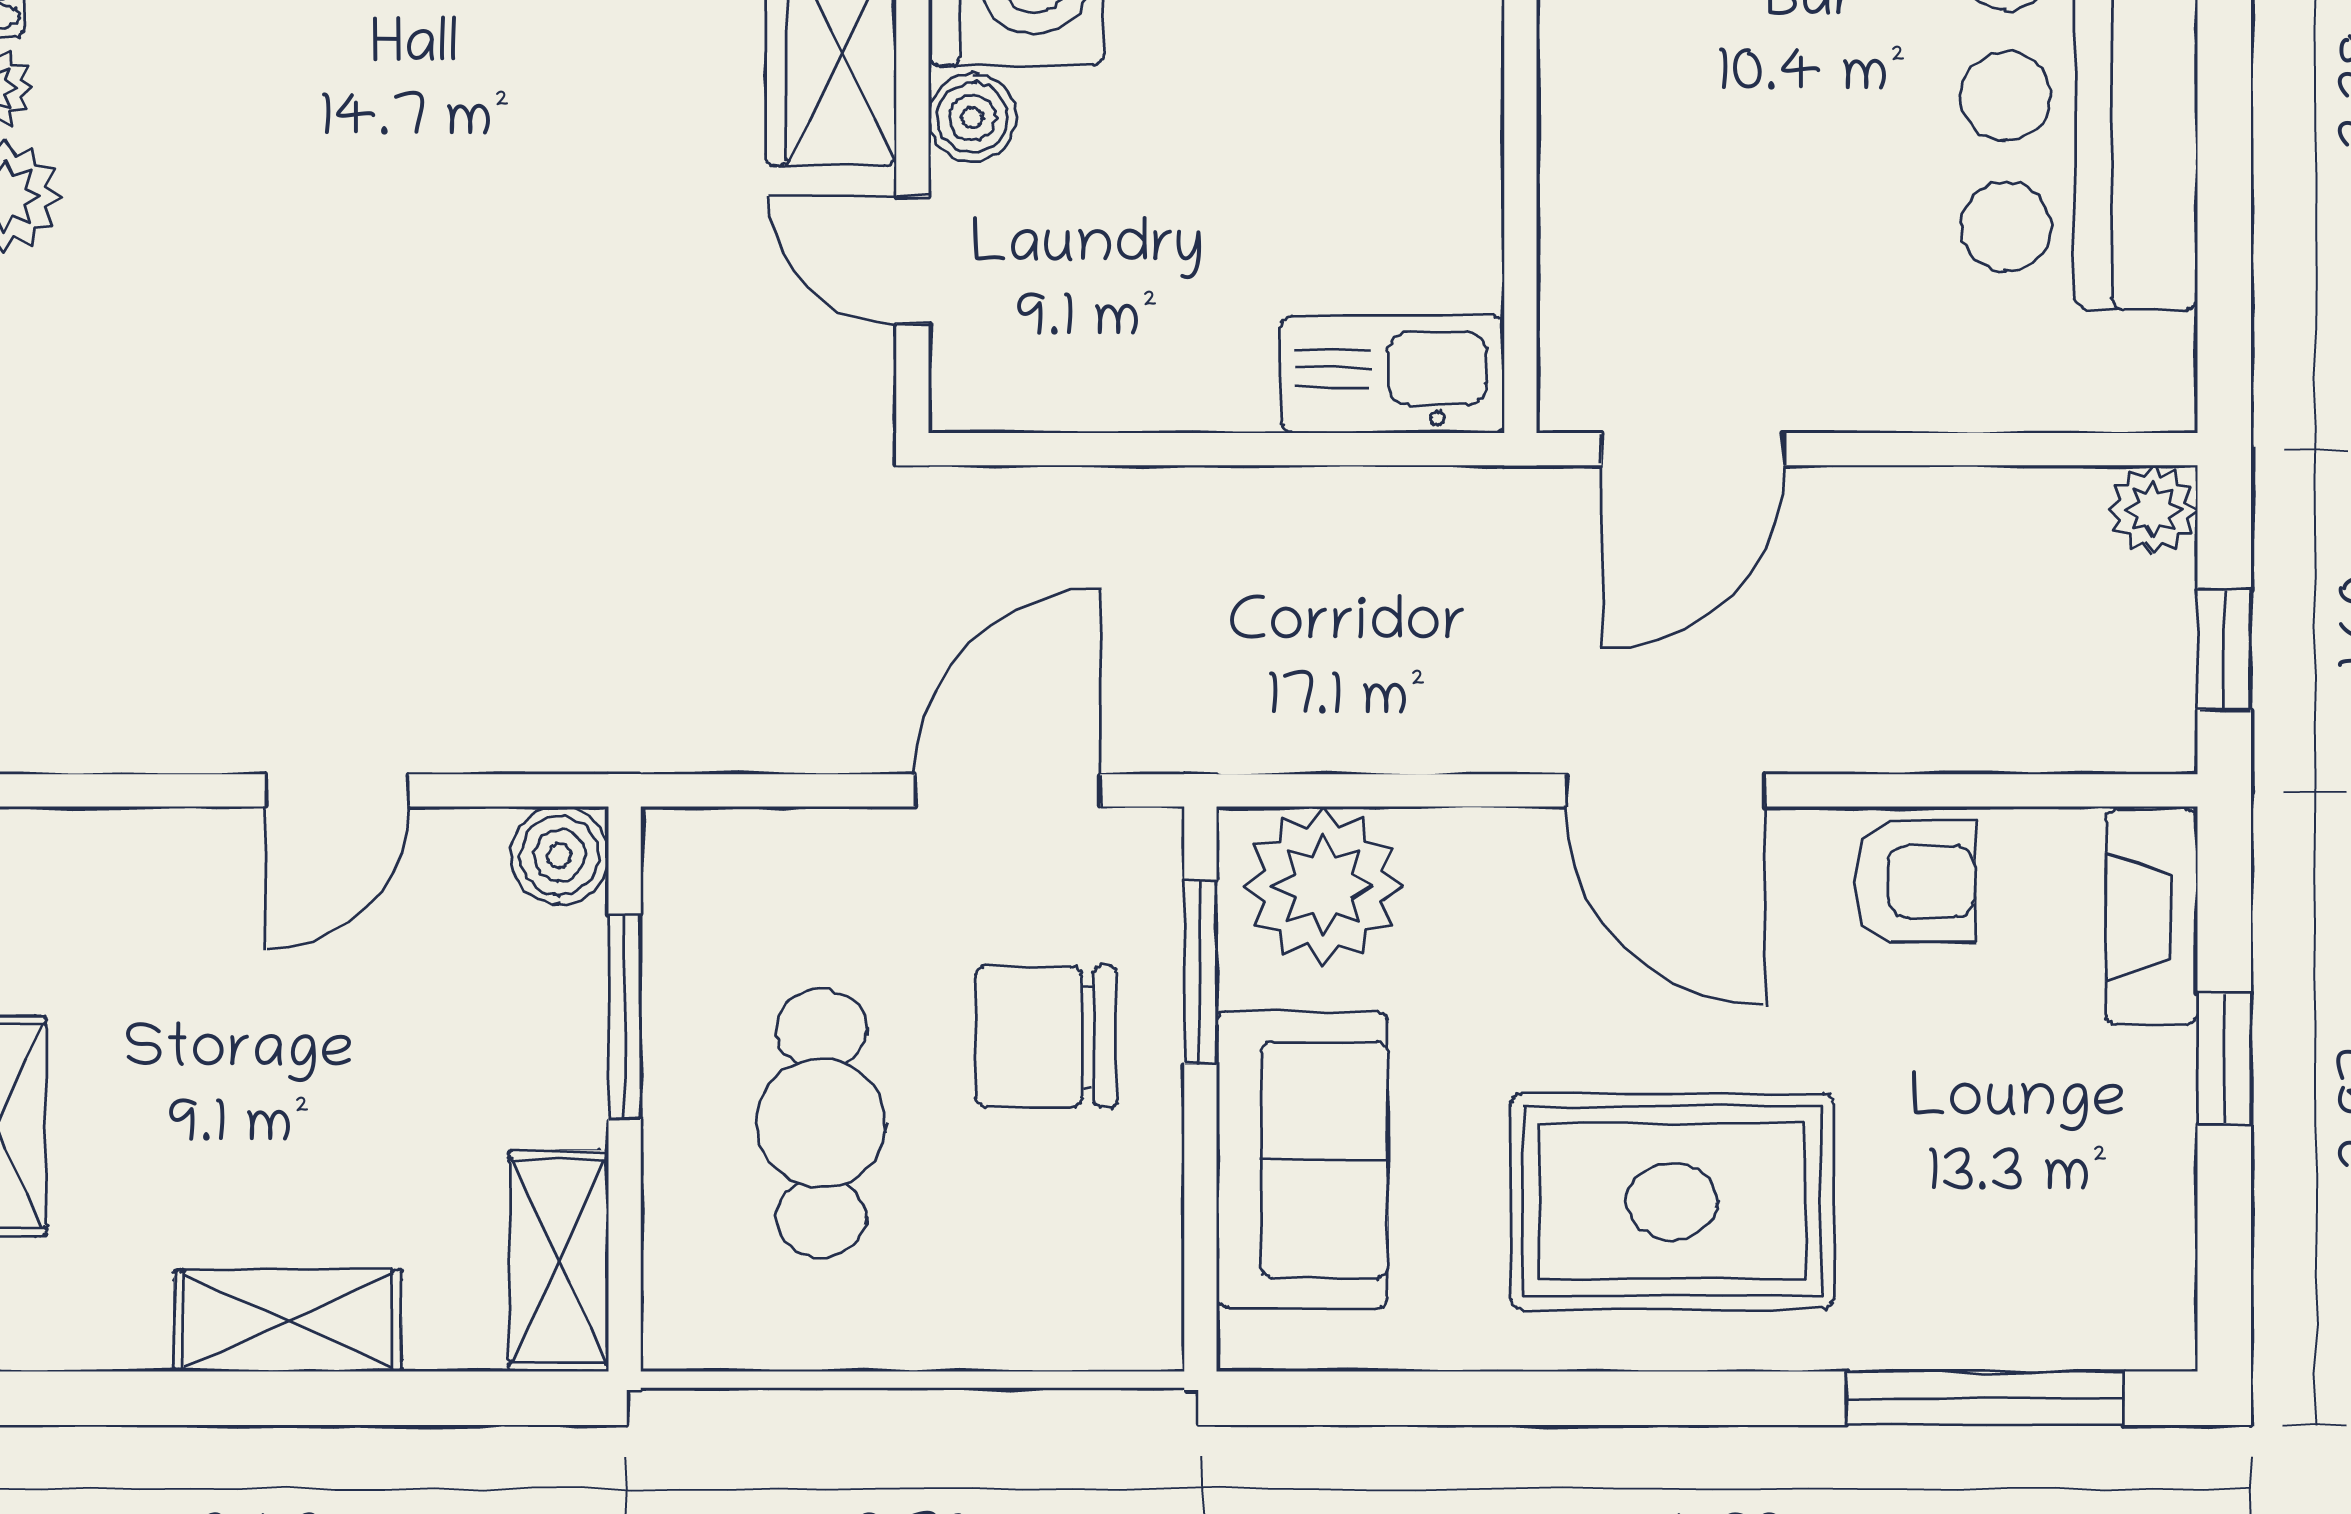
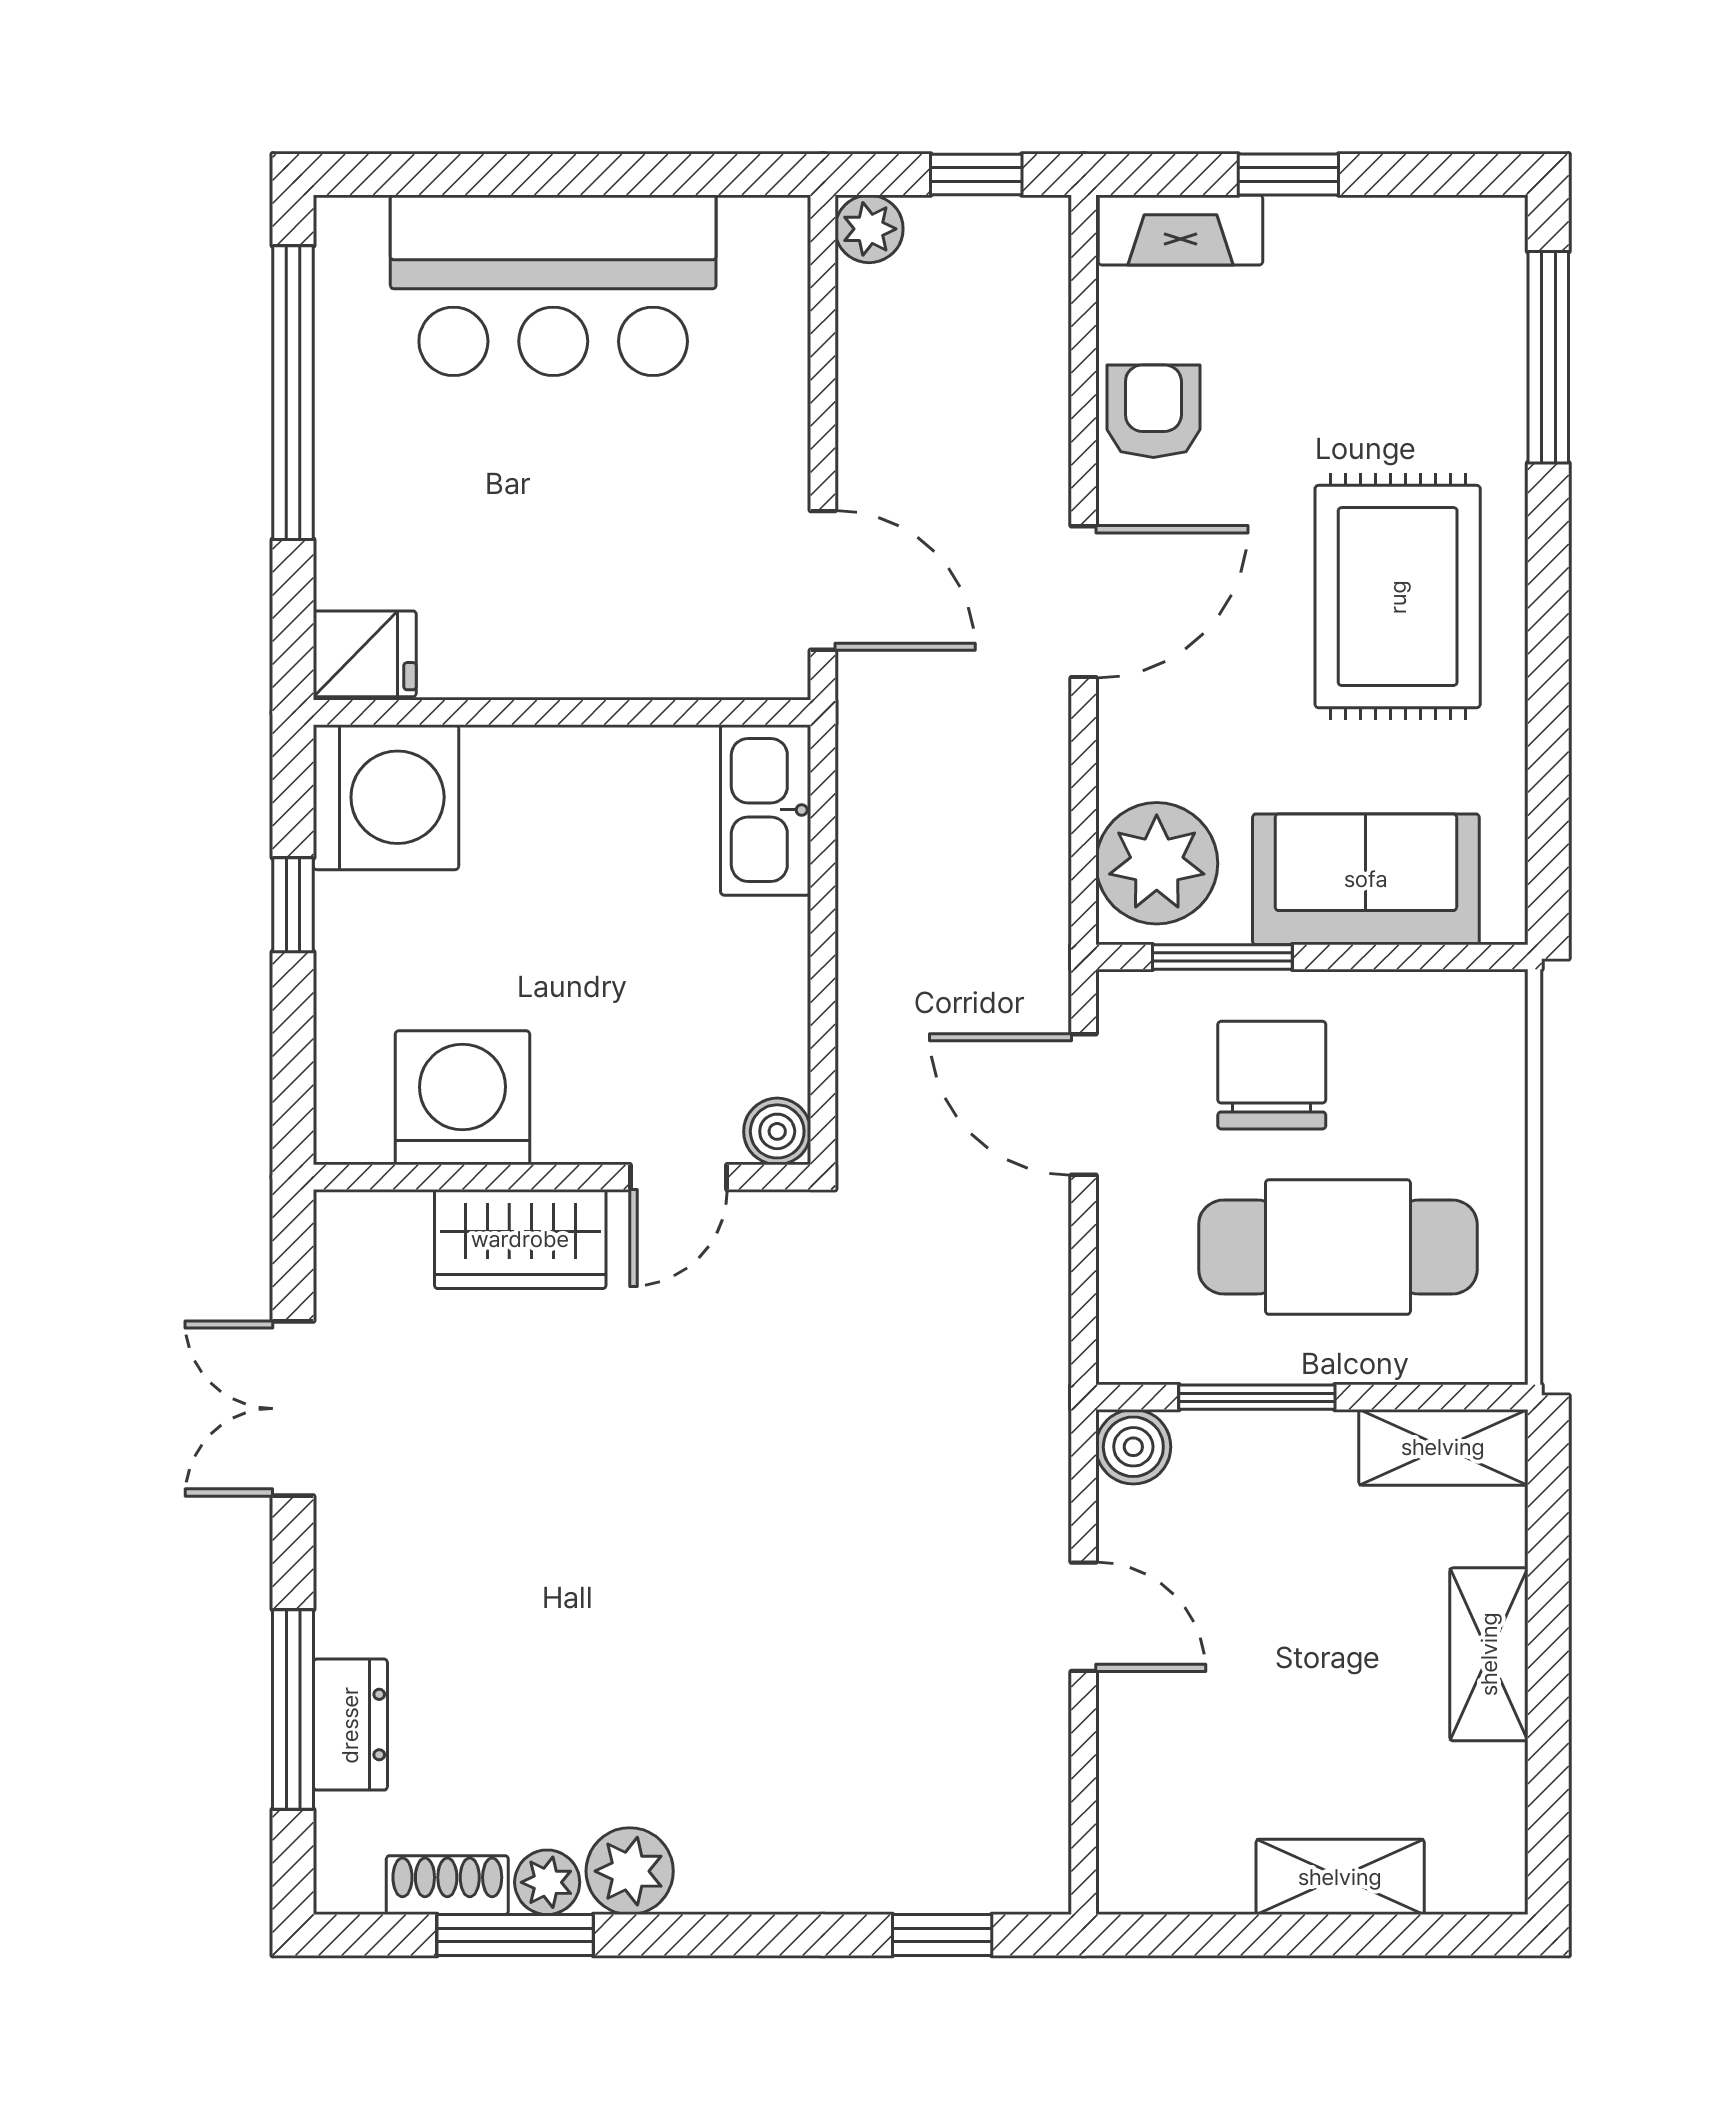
boiler: (972, 118) -> (777, 1131), moved
chair: (1046, 1037) -> (1272, 1075), turned 180
cafe table: (821, 1123) -> (1338, 1247), width x1.37, depth x1.35

